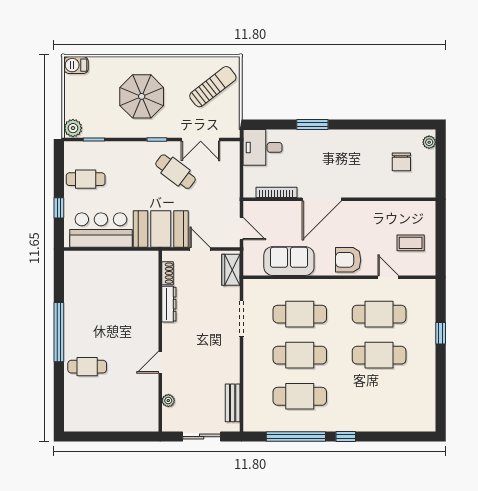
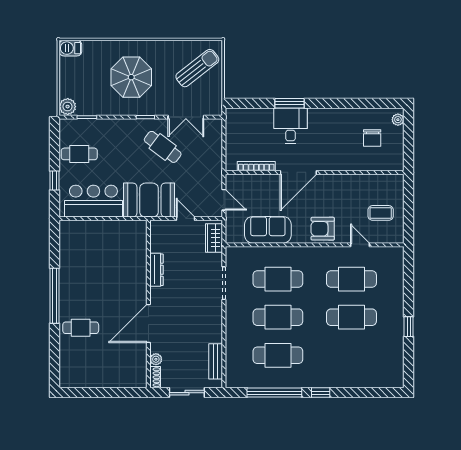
desk: (263, 147) -> (290, 126), moved, turned 90
shoe rack: (167, 273) -> (155, 377), moved
window: (441, 333) -> (409, 327), moved
door: (160, 362) -> (148, 324), width x1.88

